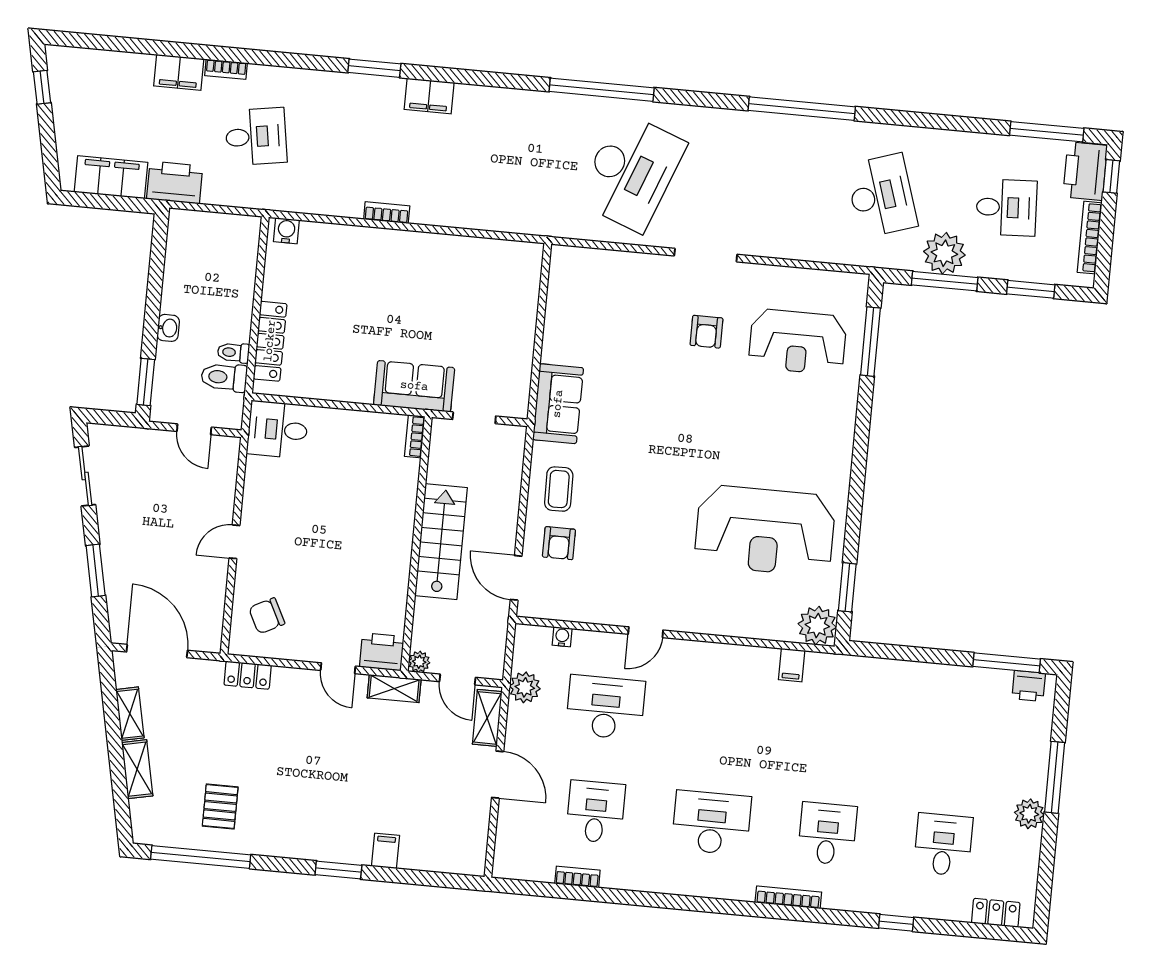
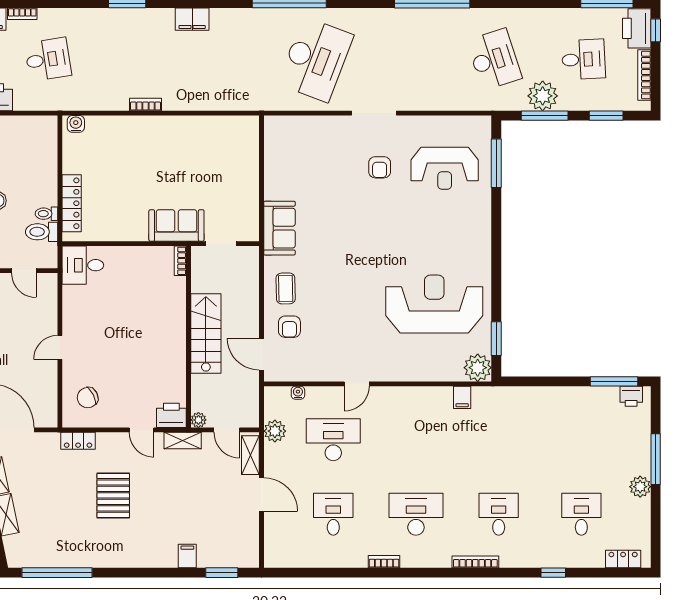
filing cabinet: (429, 96) -> (192, 19), moved
reception desk: (765, 531) -> (434, 304), turned 180
pallet: (220, 806) -> (113, 495), moved, width x1.50, depth x1.42
window: (338, 870) -> (222, 573), moved
bookcase: (577, 877) -> (384, 562), moved

